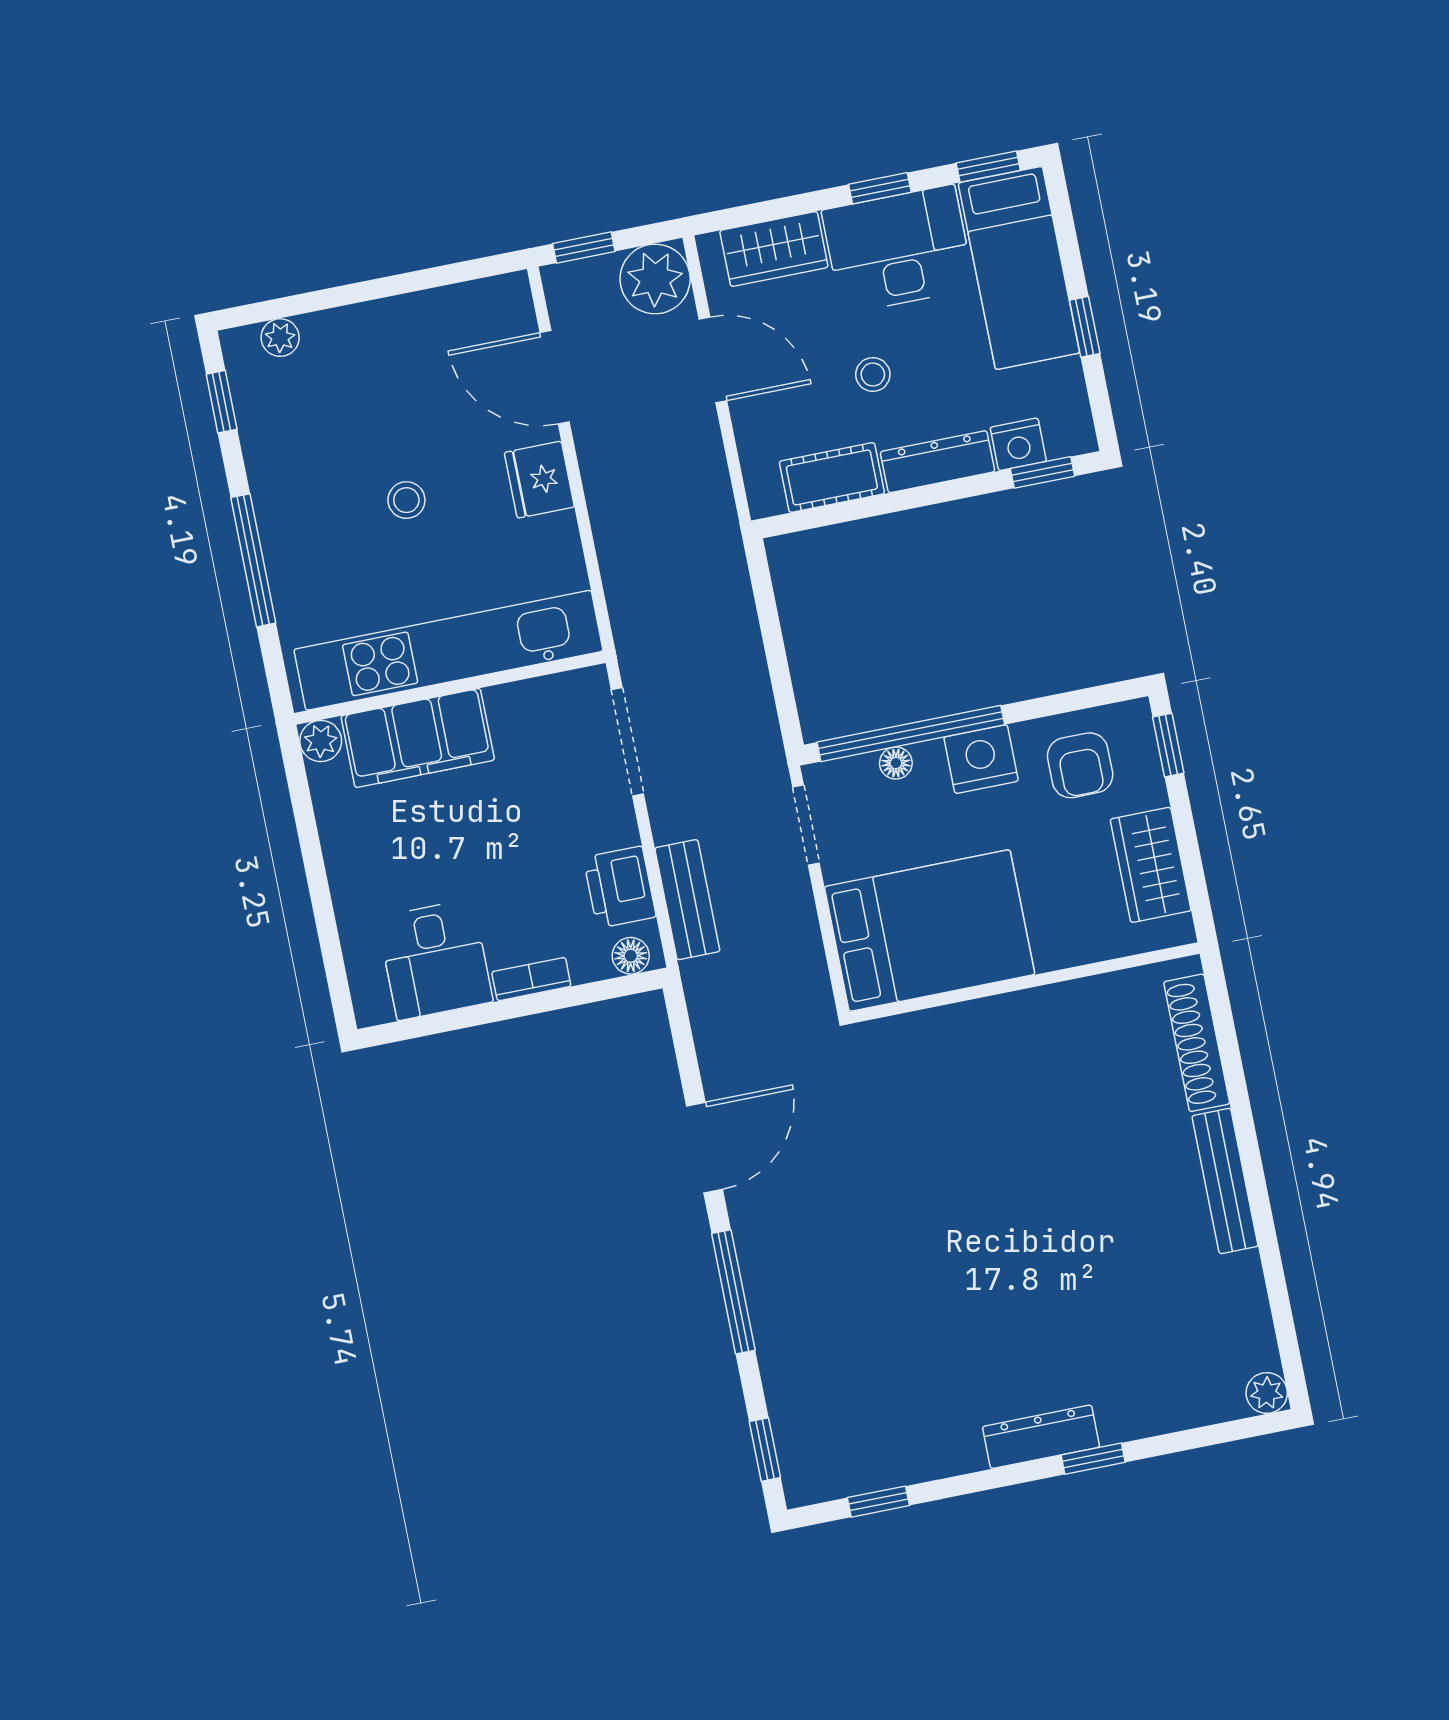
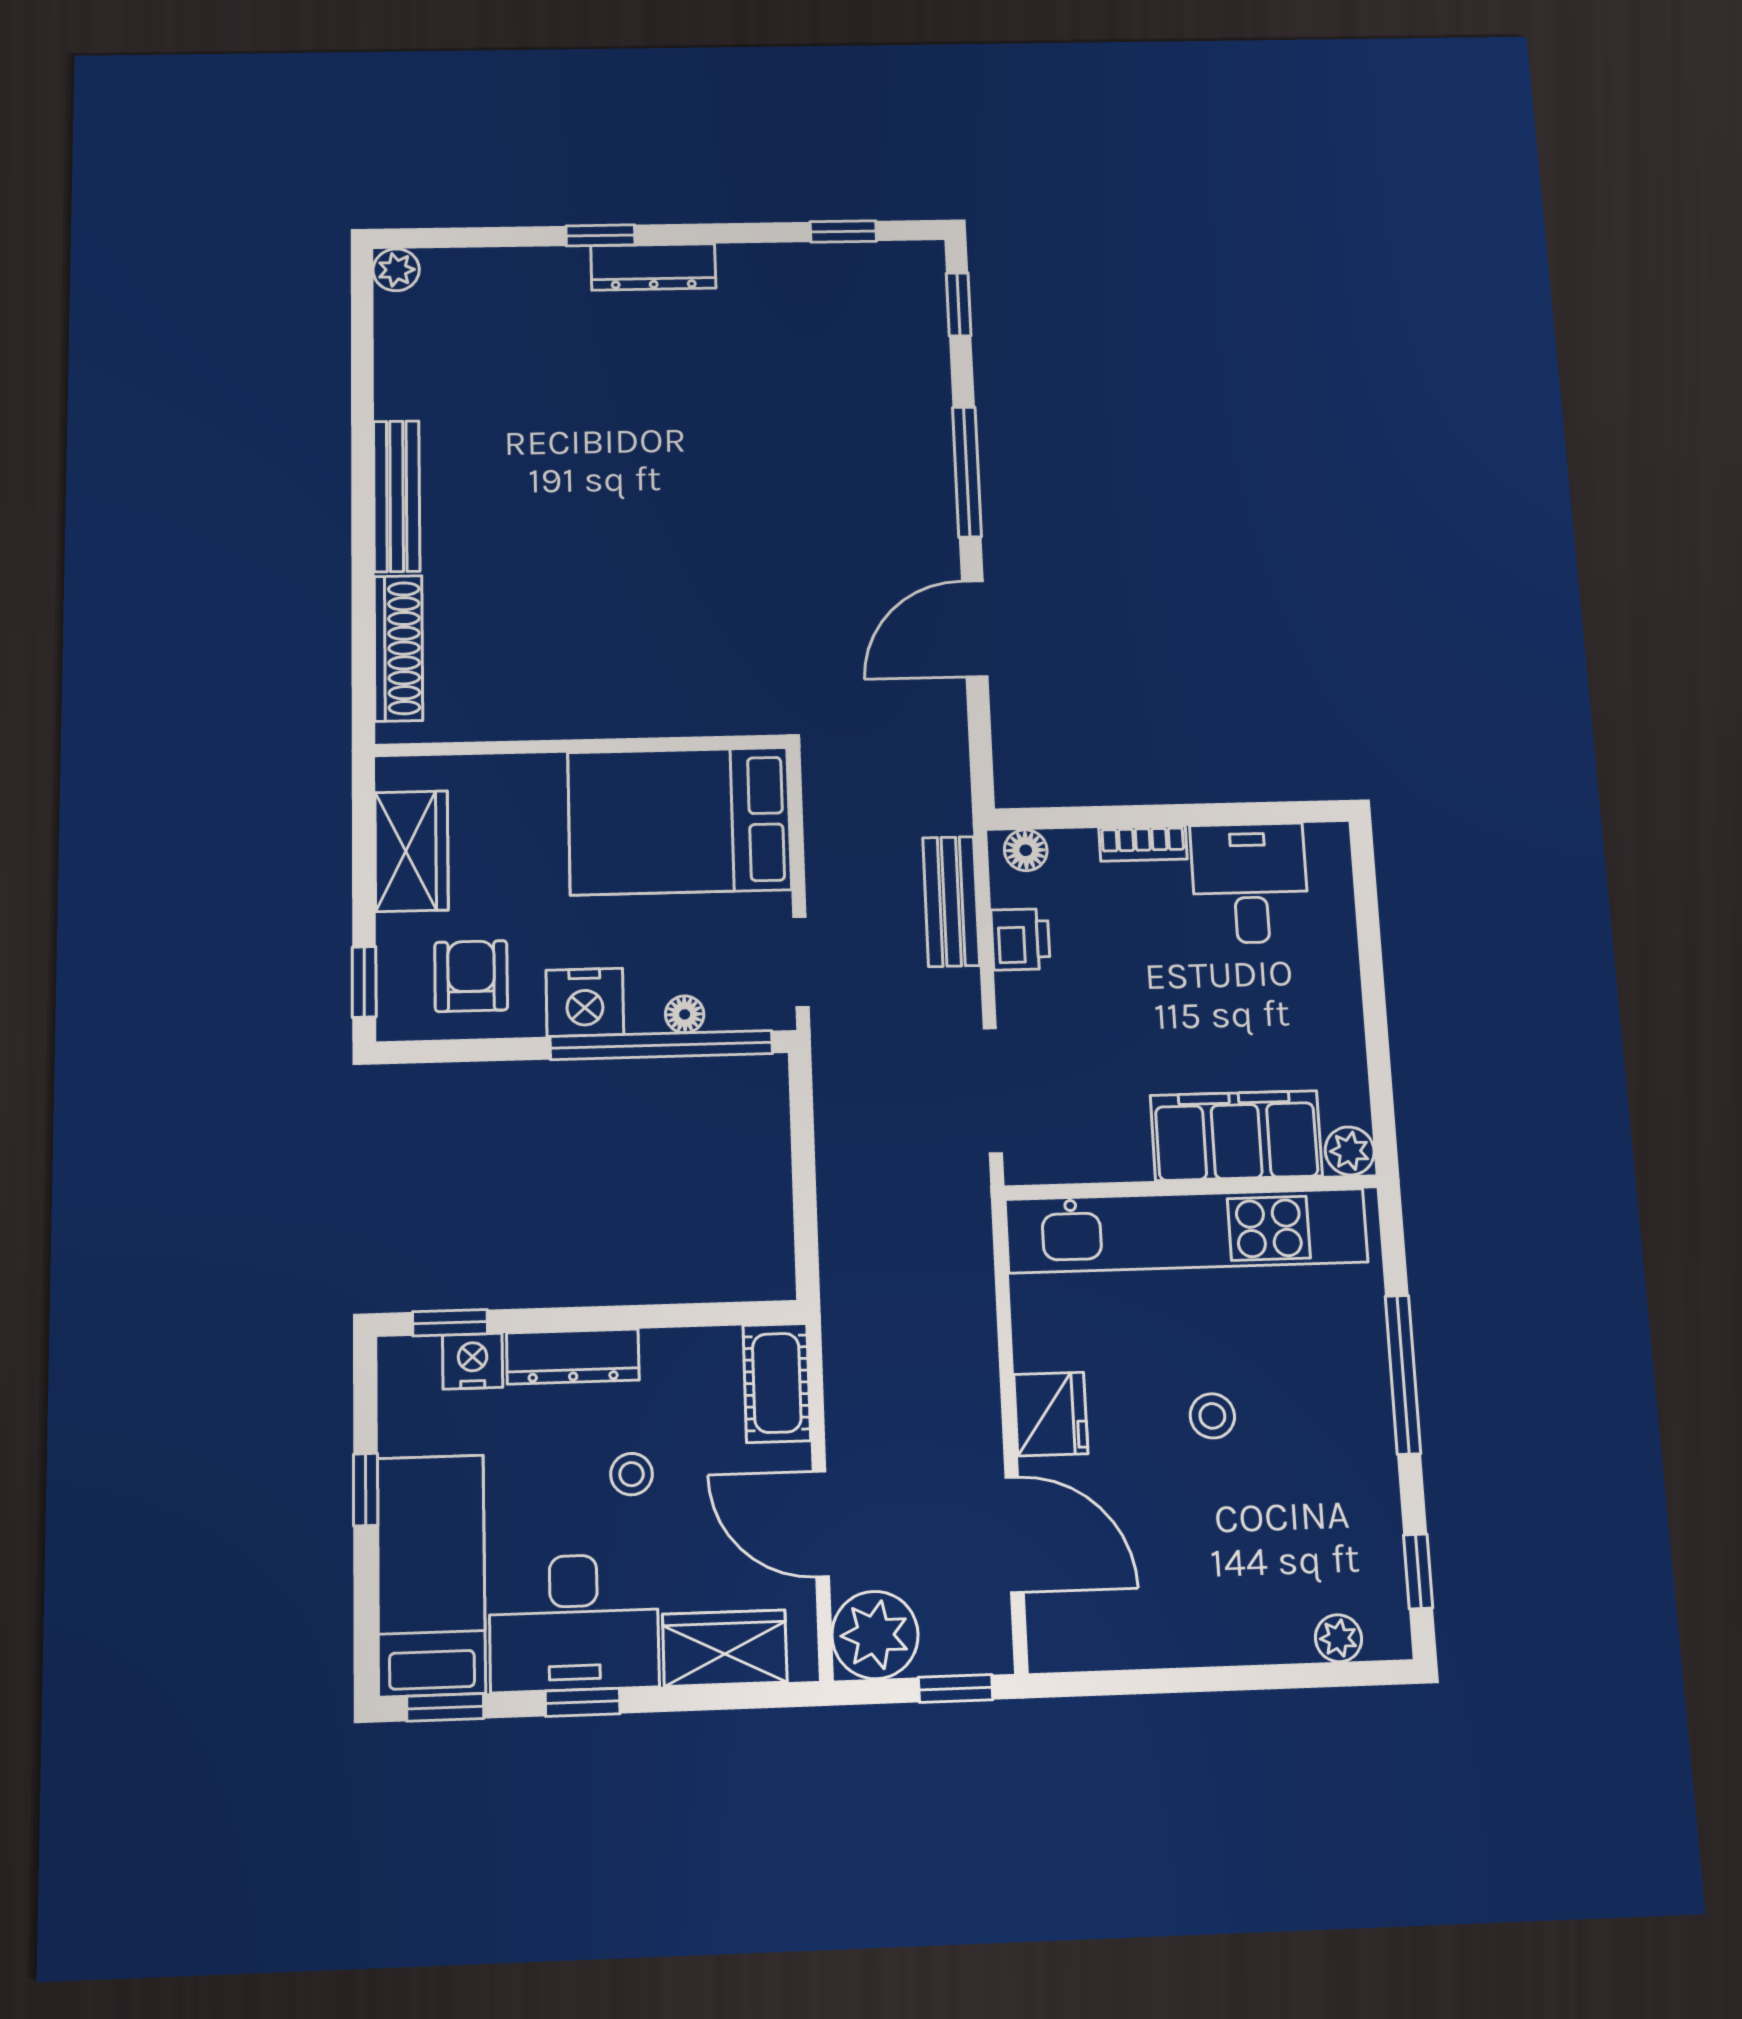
cot: (832, 477) -> (777, 1383), moved, turned 90
printer: (620, 887) -> (1021, 939), width x0.73, depth x0.81

